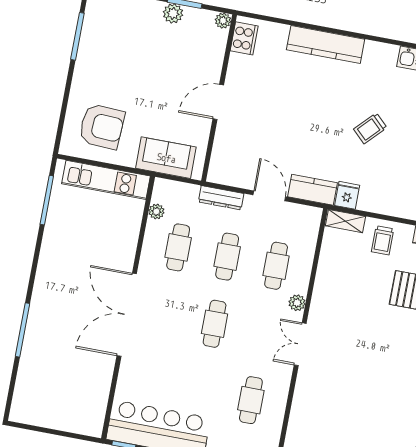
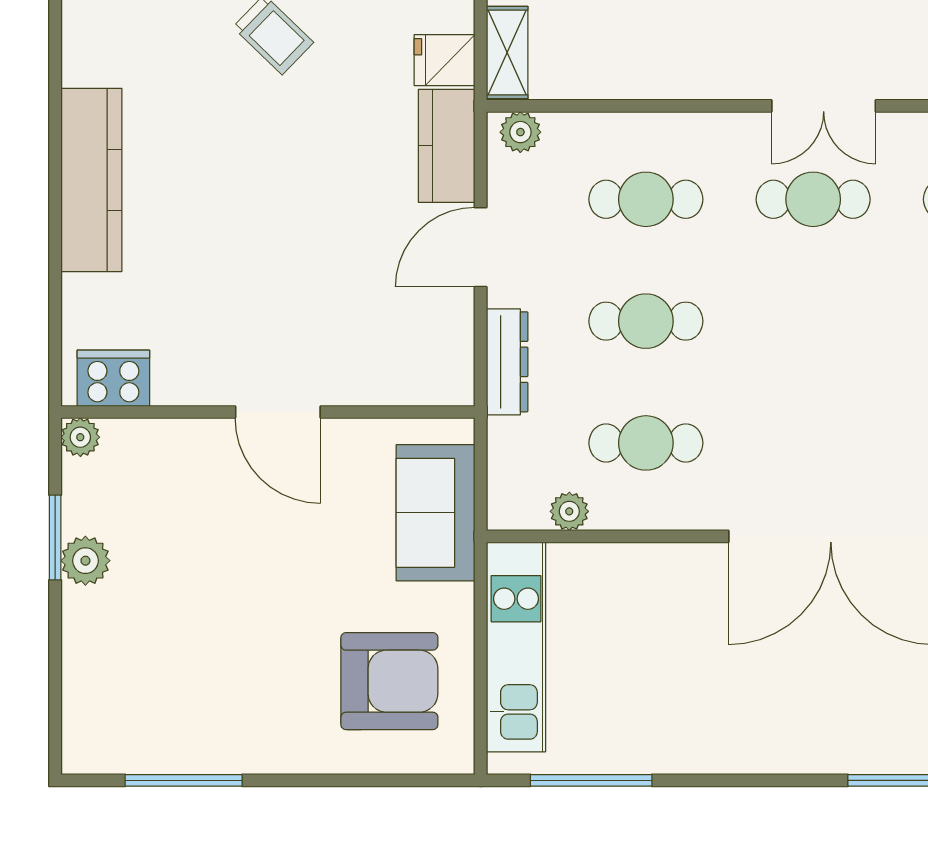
armchair: (102, 126) -> (389, 681), turned 87
plant: (297, 303) -> (520, 132), moved
cafe table: (215, 324) -> (813, 199), moved

